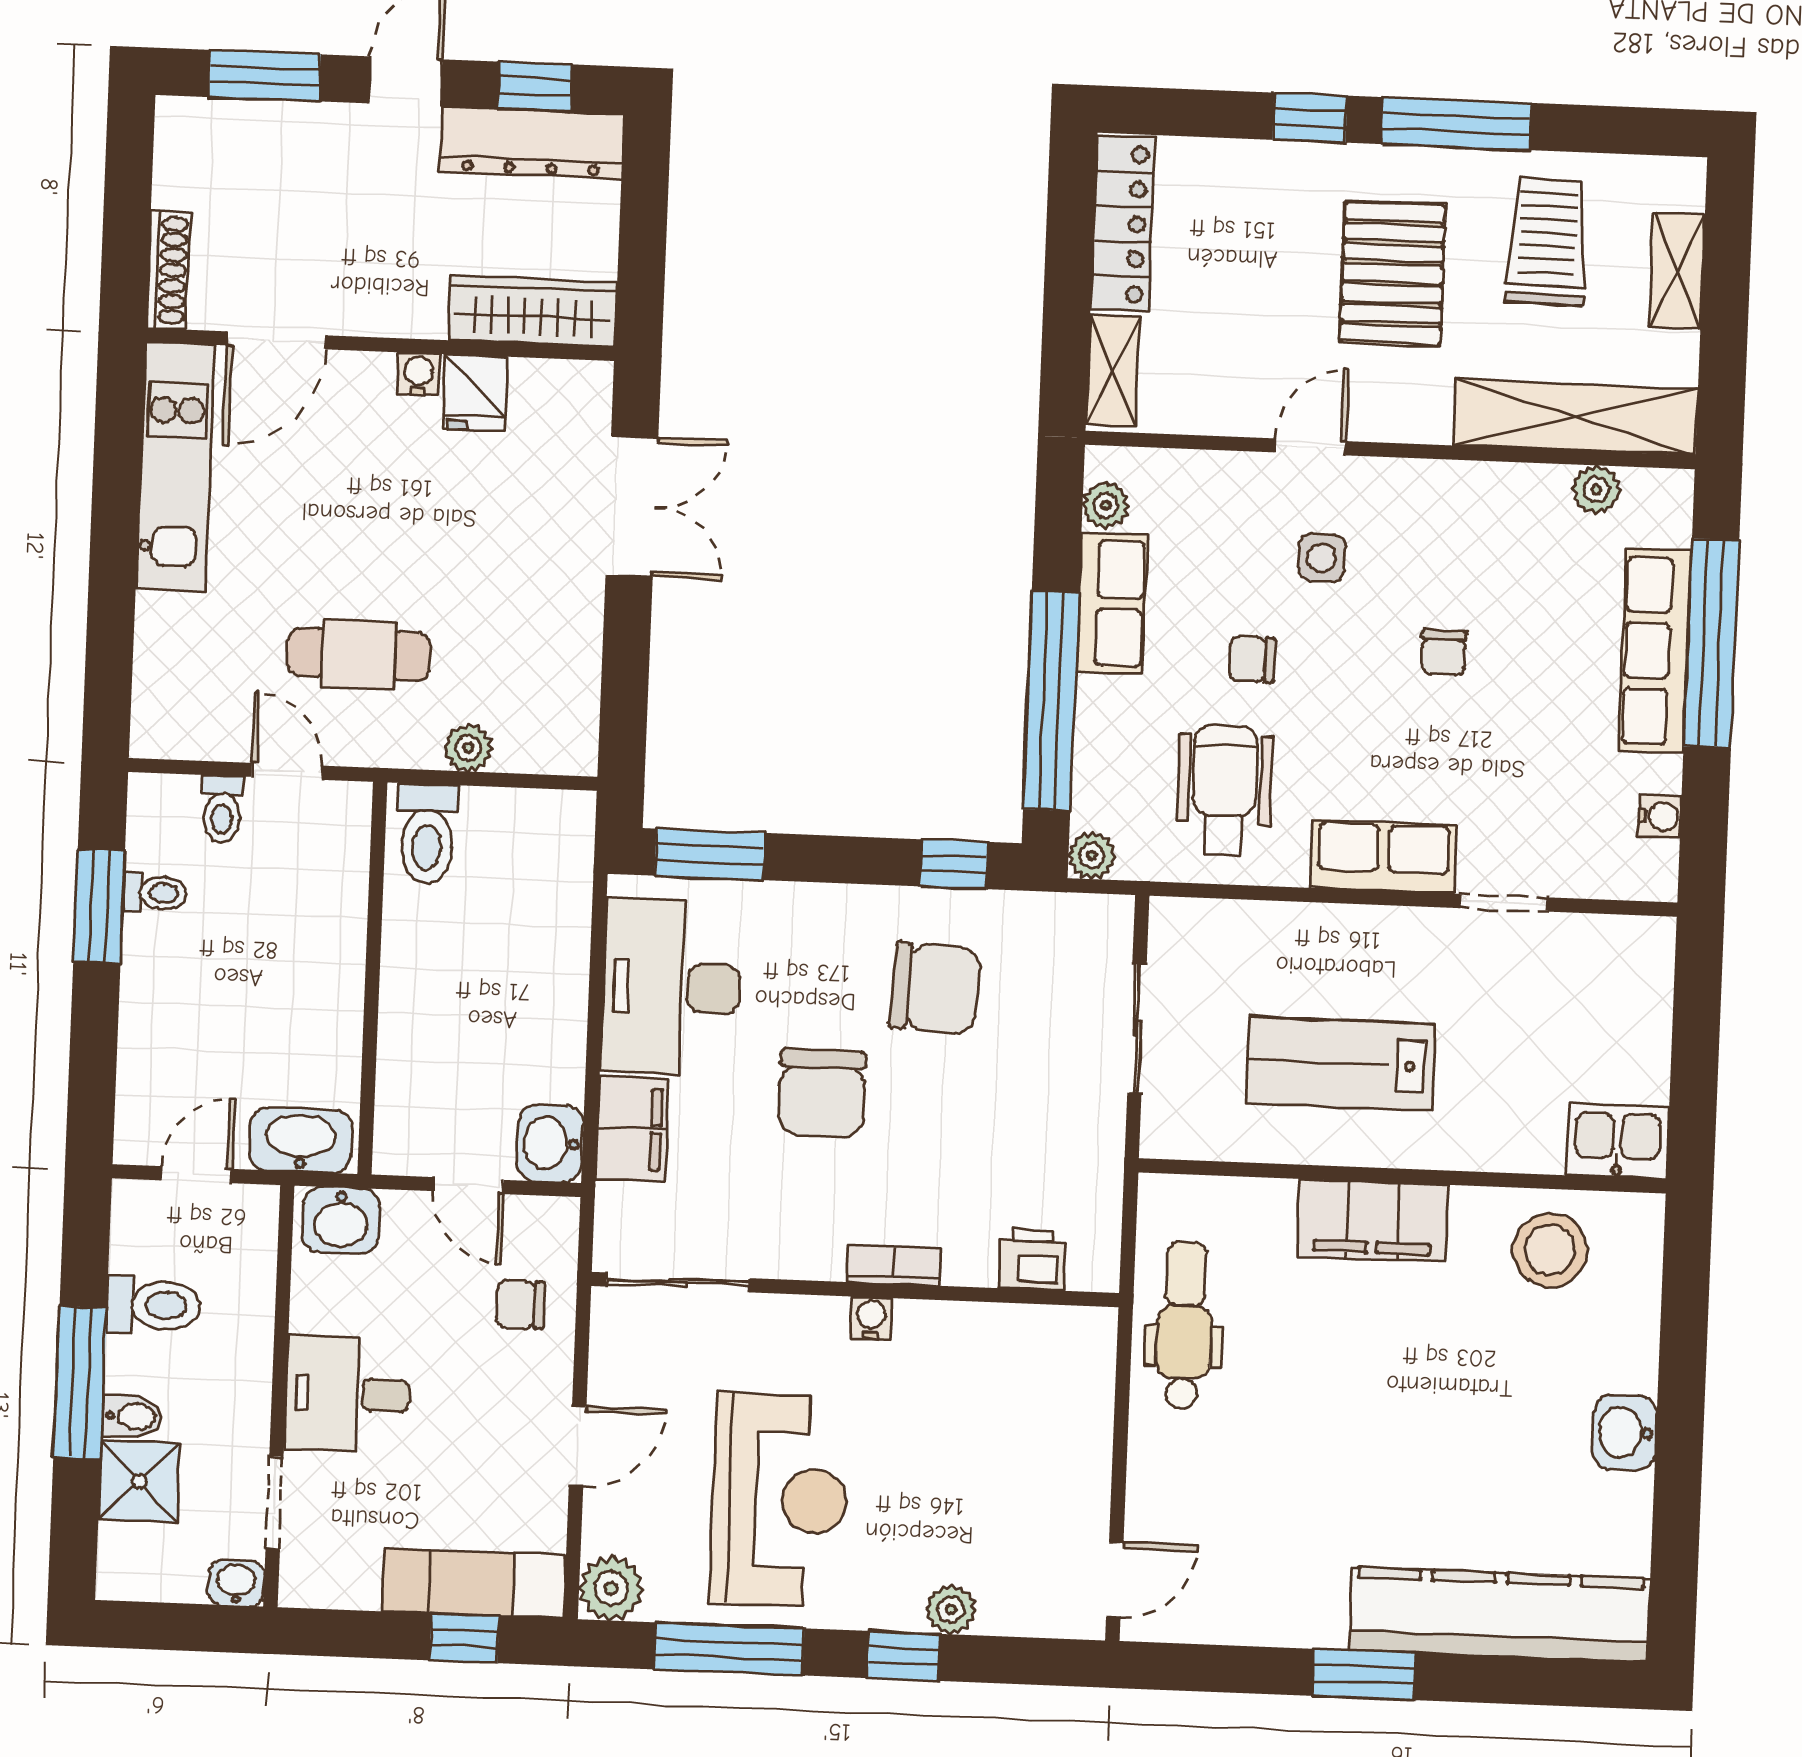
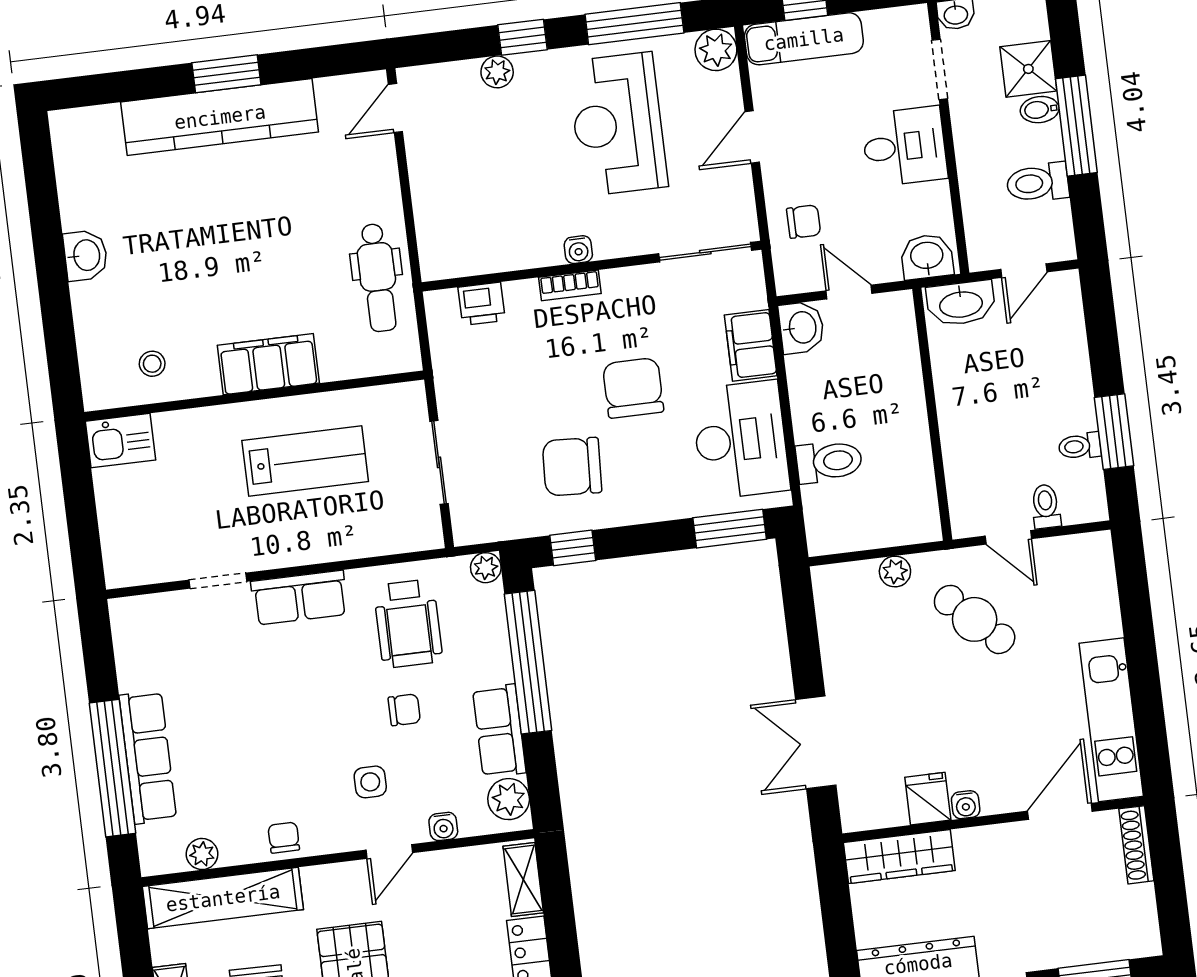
plant: (1106, 505) -> (509, 799), width x1.38, depth x1.38
chair: (1444, 653) -> (284, 838), moved
cafe table: (359, 654) -> (975, 619), turned 44
water cooler: (1660, 816) -> (443, 826), moved, turned -90
toilet: (427, 834) -> (829, 461), moved, turned 90
stool: (1550, 1250) -> (152, 364), width x0.53, depth x0.53
kitchen counter: (1500, 1615) -> (220, 117), moved

